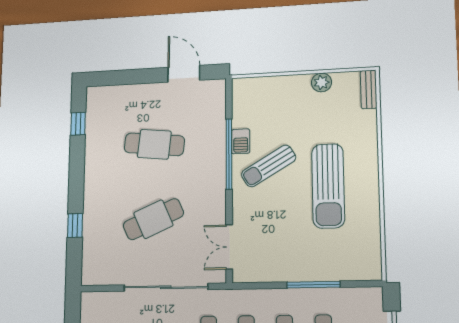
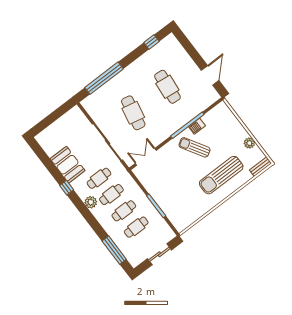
sun lounger: (328, 186) -> (221, 175), moved
cafe table: (153, 219) -> (133, 113), turned 36
window: (75, 225) -> (104, 78), width x3.17

